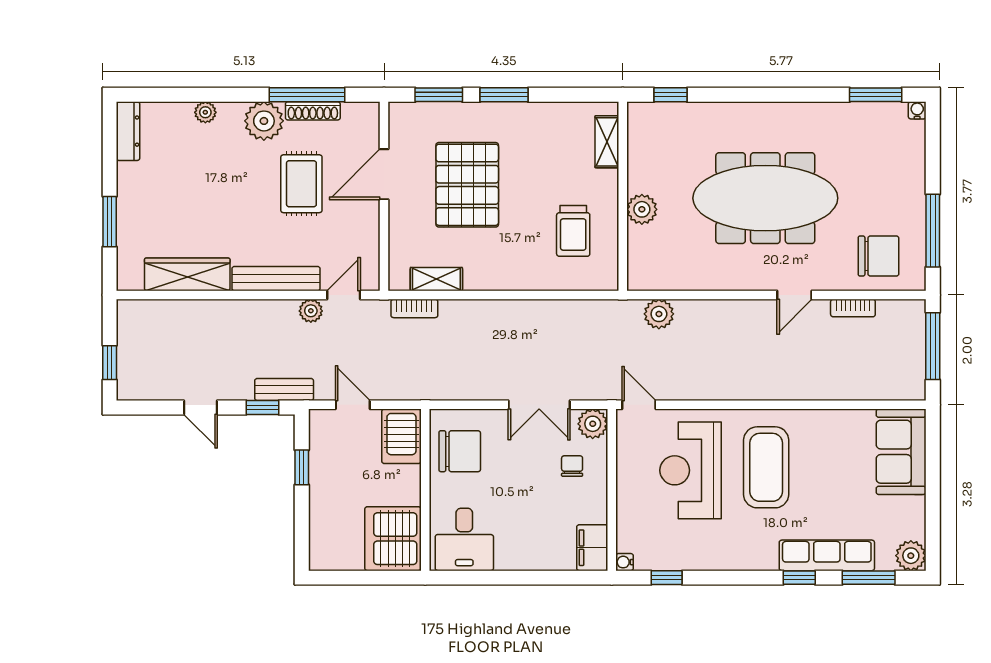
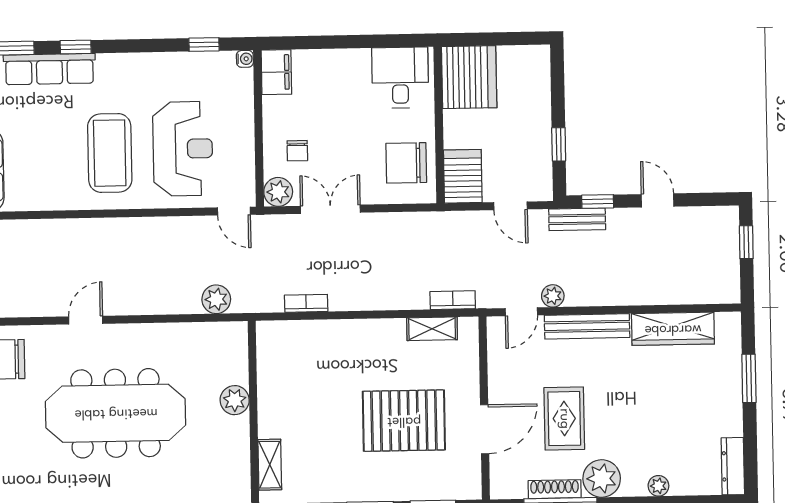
pallet: (467, 185) -> (404, 421), turned 90
trolley: (573, 231) -> (301, 378), removed
bookcase: (853, 308) -> (306, 303), moved

